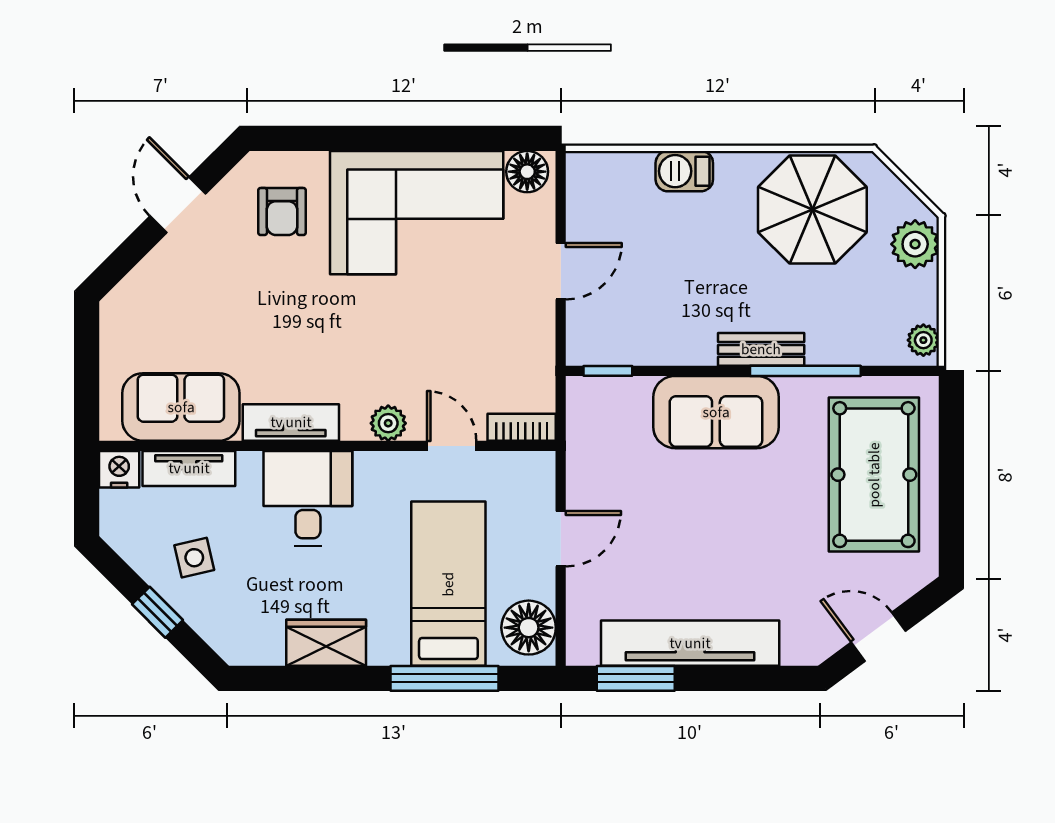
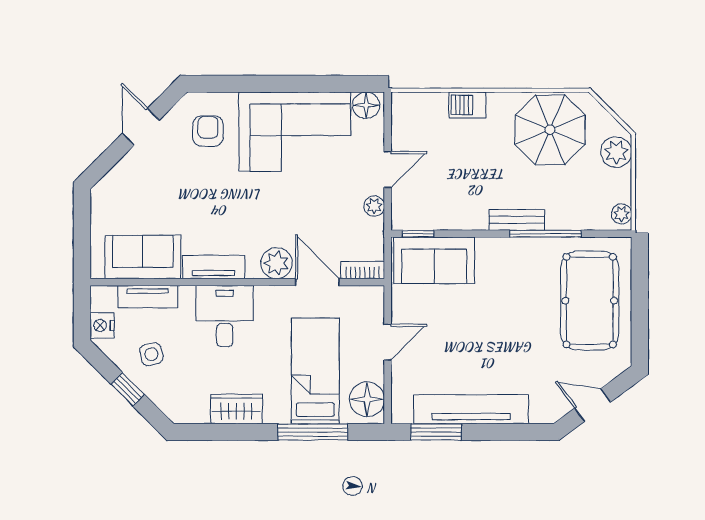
armchair: (282, 211) -> (208, 131), turned 180
plant: (540, 328) -> (374, 206), added
sofa: (716, 412) -> (434, 260), moved
plant: (388, 423) -> (276, 263), width x1.38, depth x1.38
door: (452, 446) -> (317, 282), width x1.37
nightstand: (119, 469) -> (102, 325), moved, turned -90

